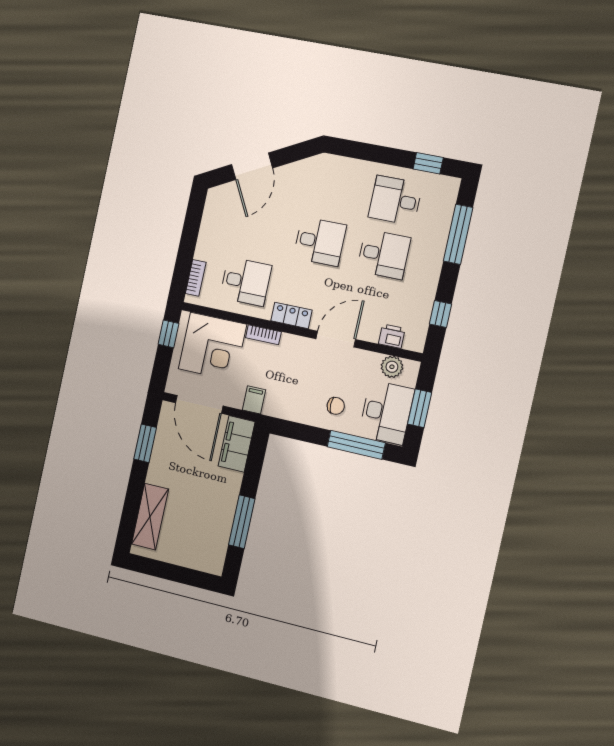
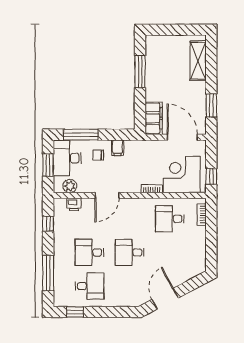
door: (252, 166) -> (165, 299), moved
locker: (291, 315) -> (137, 204), removed
filing cabinet: (254, 400) -> (118, 148), moved

